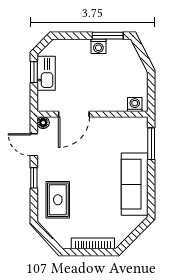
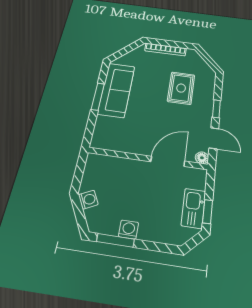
washing machine: (135, 105) -> (88, 200), moved, turned -117
window: (151, 144) -> (98, 97), moved
rug: (58, 200) -> (181, 88), moved

